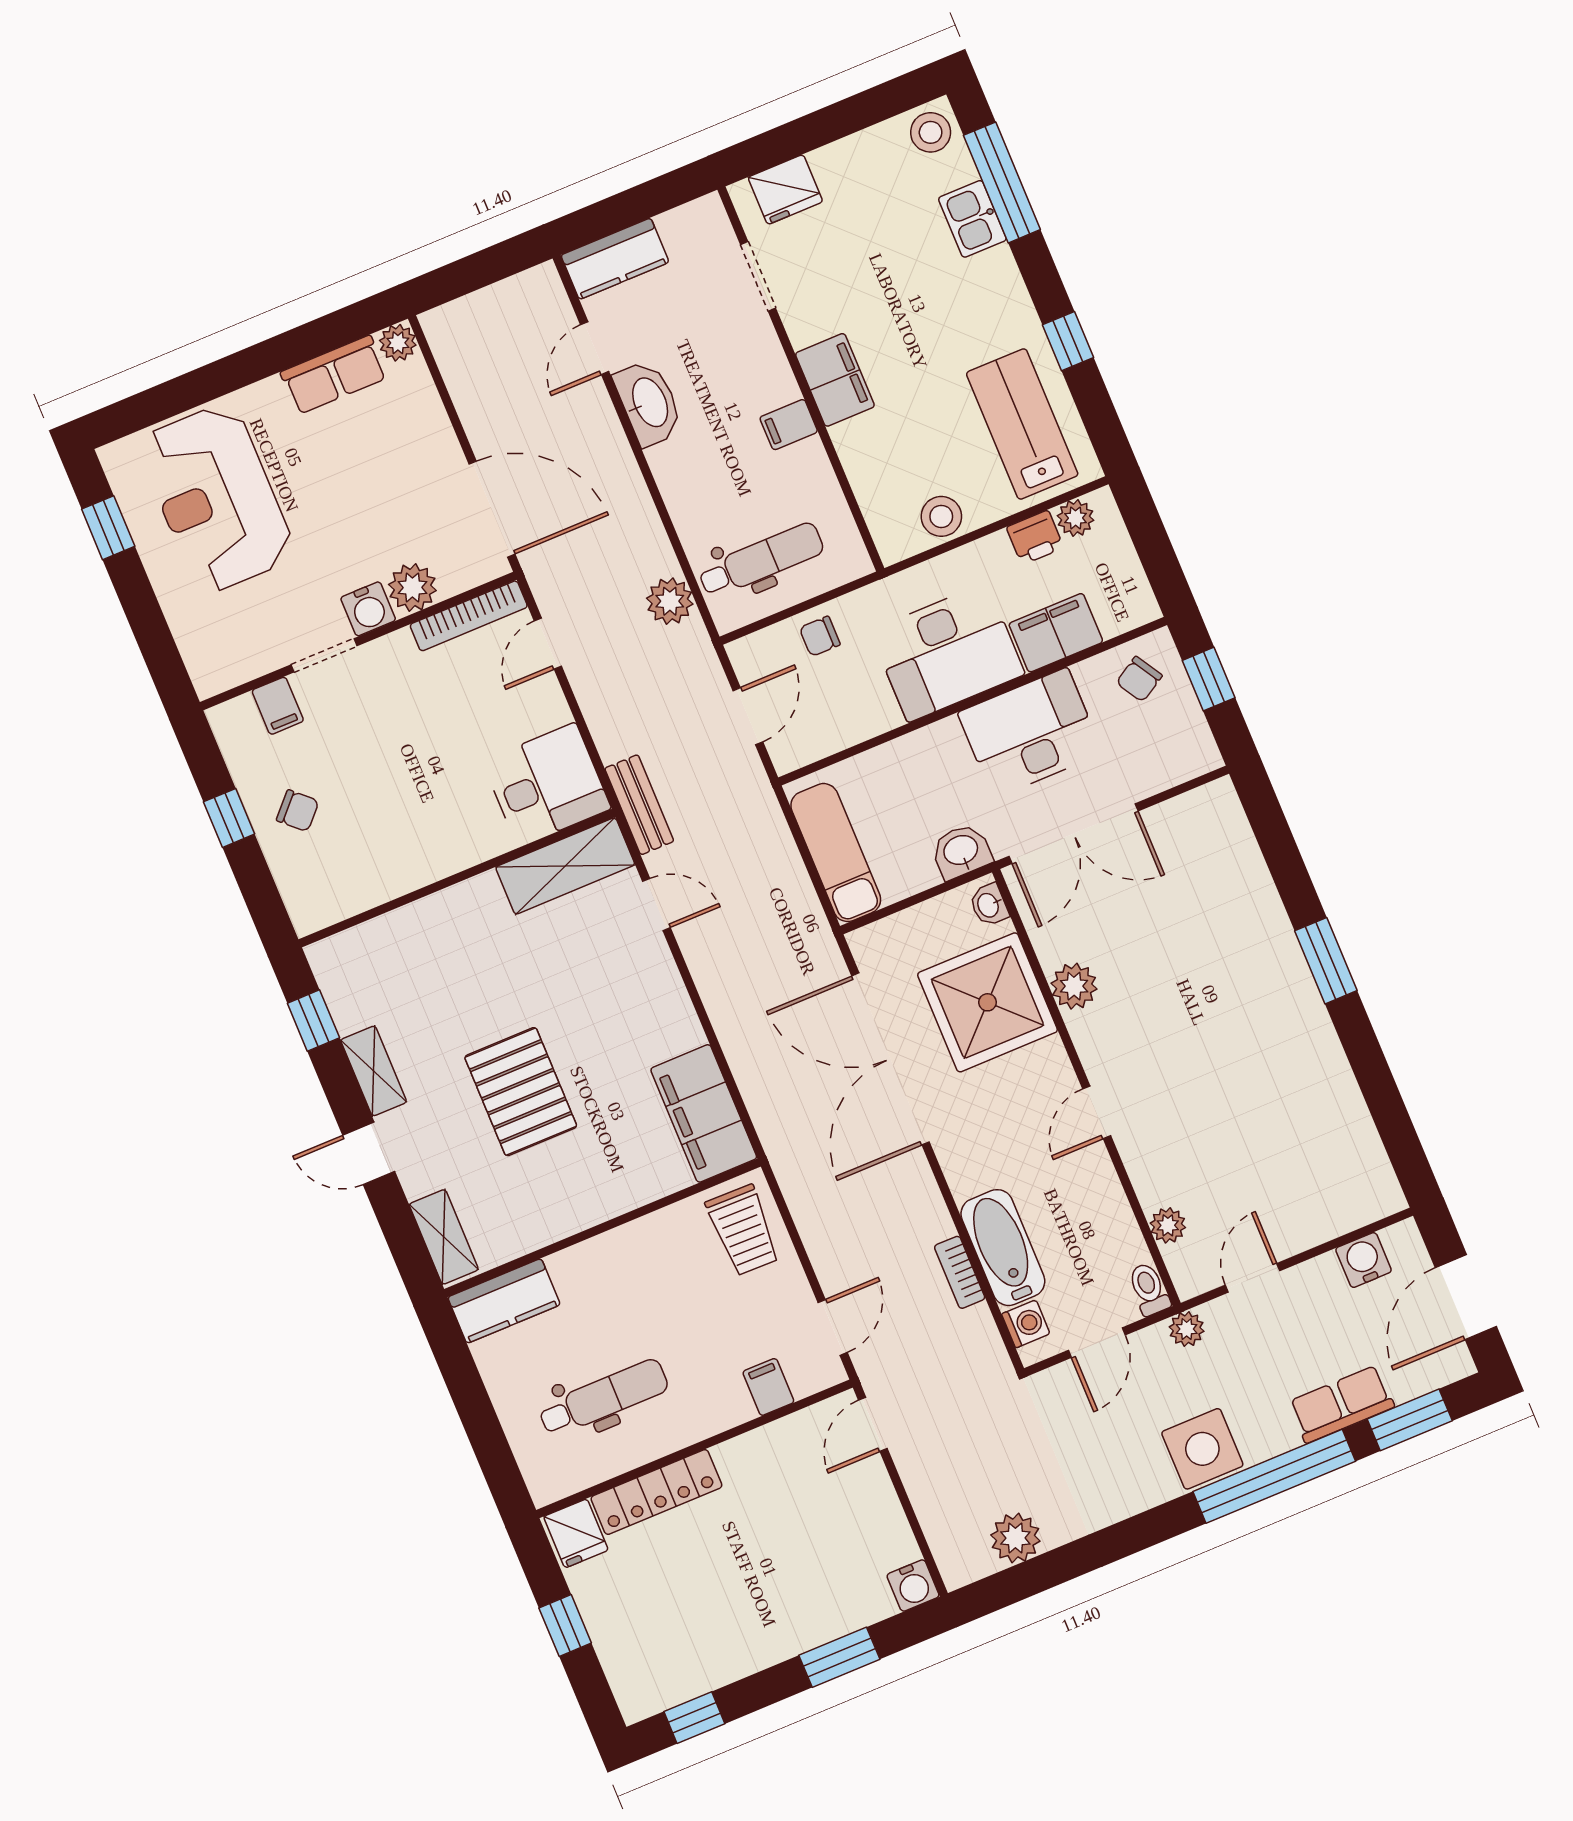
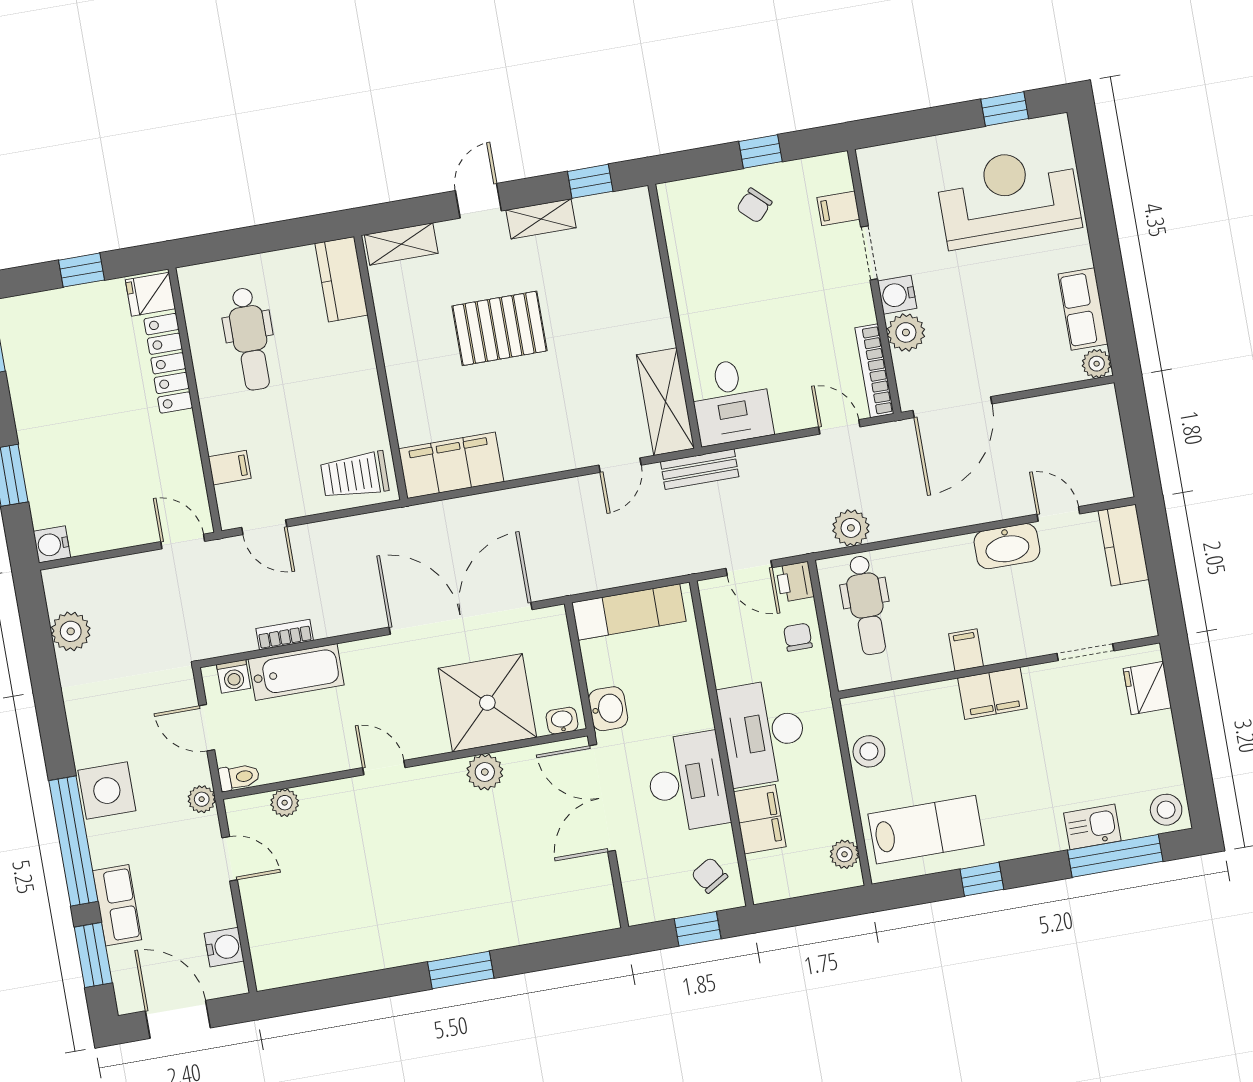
printer: (1035, 537) -> (795, 582), moved

